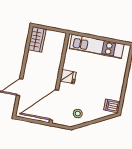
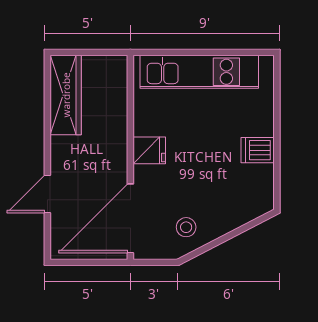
wardrobe: (37, 39) -> (66, 95), width x1.50
dishwasher: (112, 106) -> (258, 150), moved

